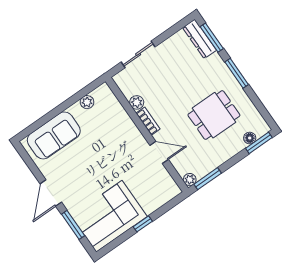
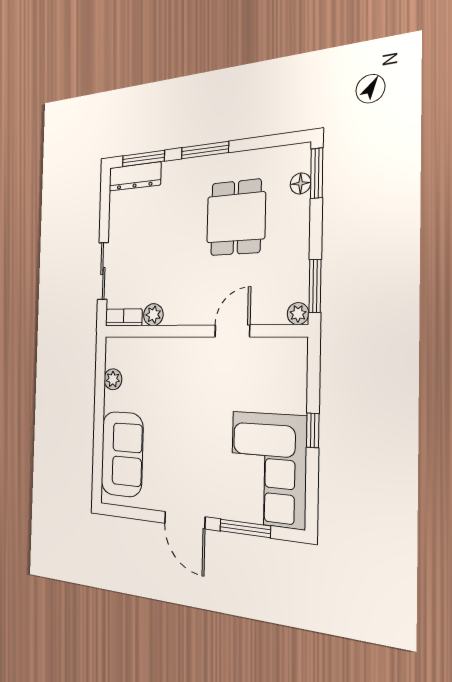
bookcase: (148, 121) -> (124, 317), moved

